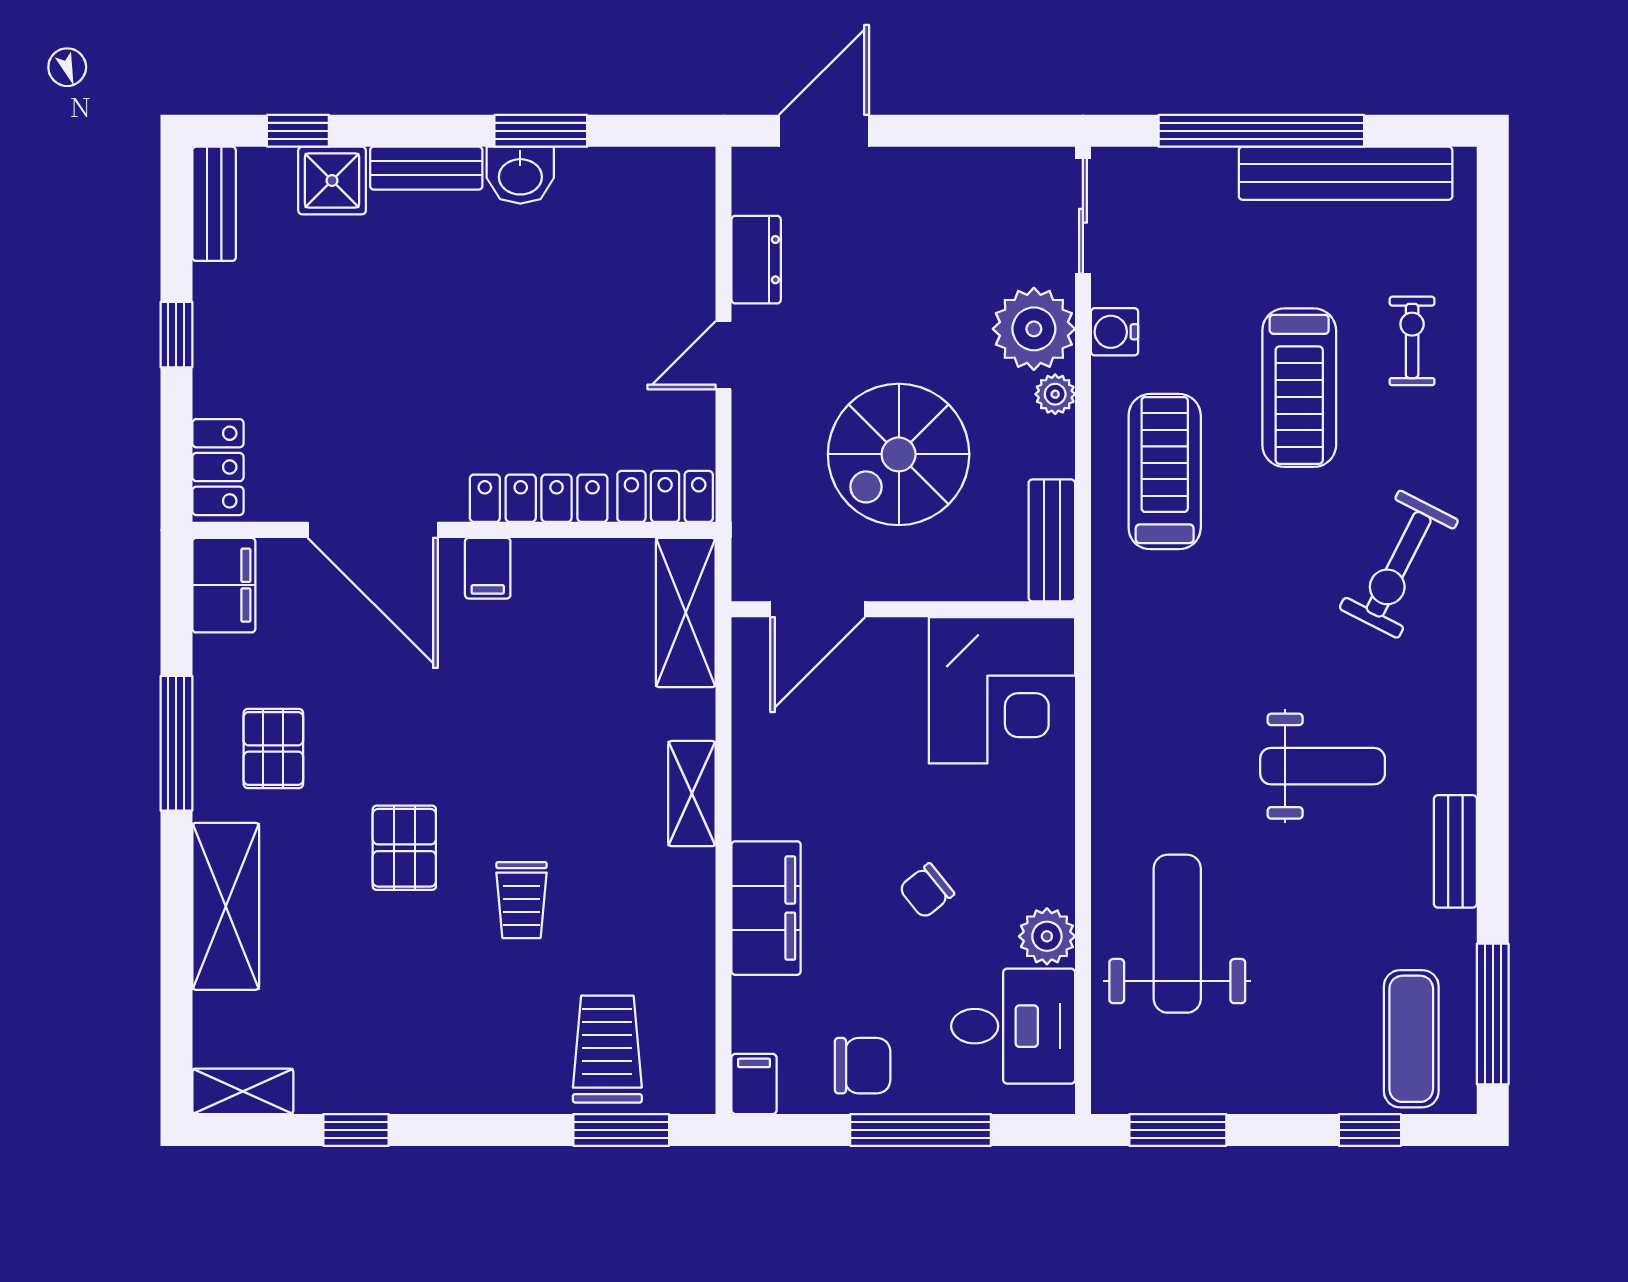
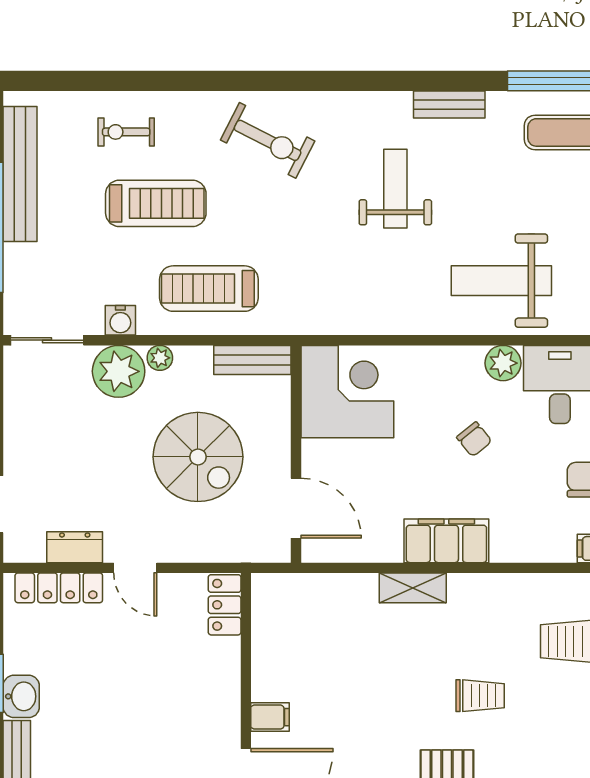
locker: (539, 498) -> (59, 588), moved, turned -90
shelving: (686, 613) -> (298, 592), removed
filing cabinet: (766, 908) -> (446, 541), moved

